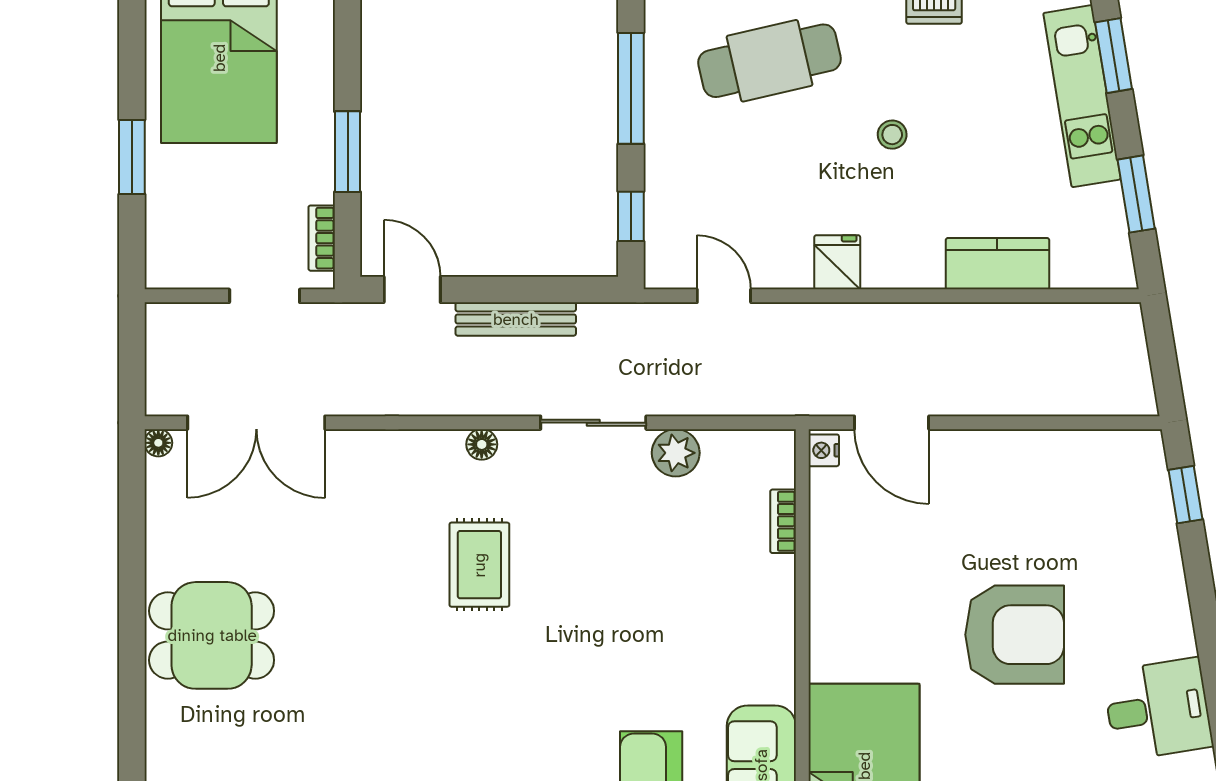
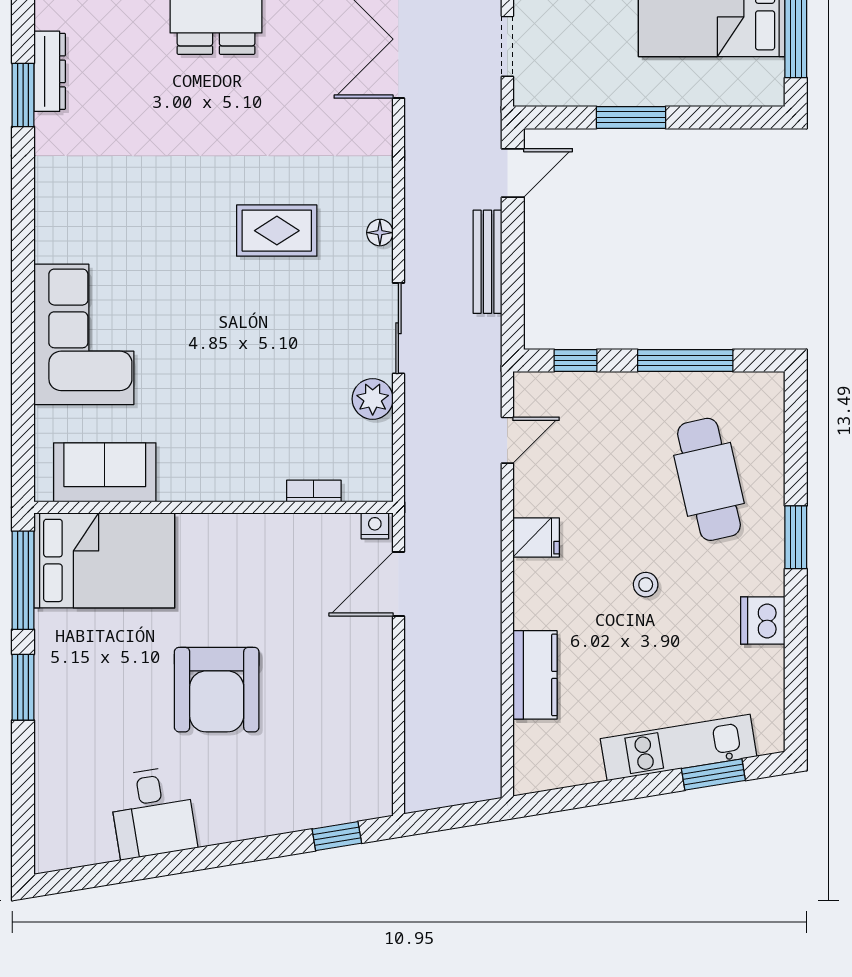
window: (1136, 194) -> (595, 794), removed
bookcase: (322, 238) -> (557, 95), removed

